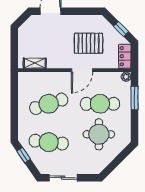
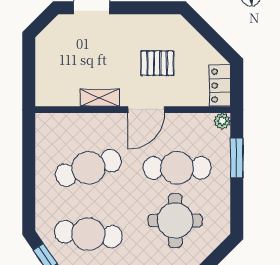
window: (121, 29) -> (214, 38), removed
pallet: (89, 43) -> (157, 63), width x0.67, depth x0.71
shelving: (35, 63) -> (100, 98), moved

